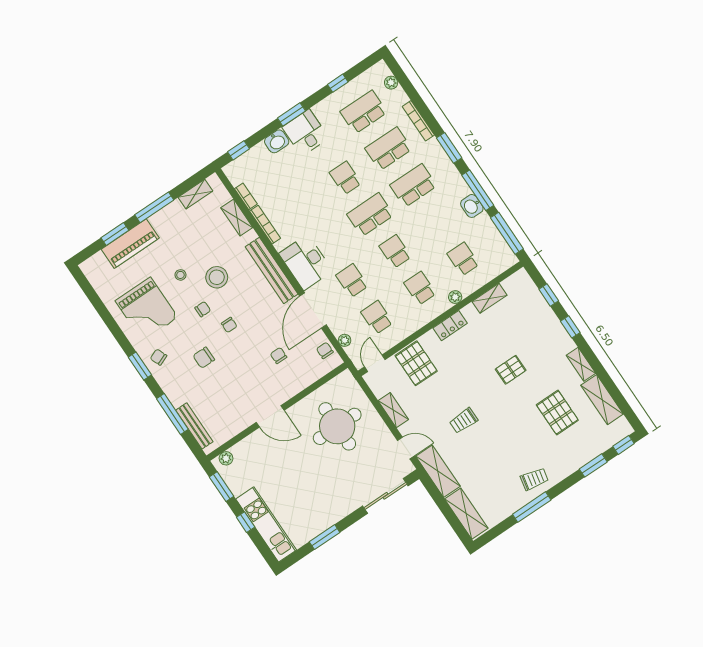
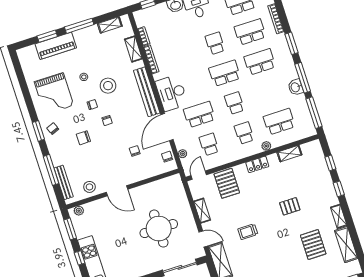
school desk: (463, 259) -> (279, 122), width x1.85
school desk: (352, 281) -> (199, 115), width x1.85
stool: (231, 422) -> (89, 187), added
round table: (337, 426) -> (159, 229), moved

